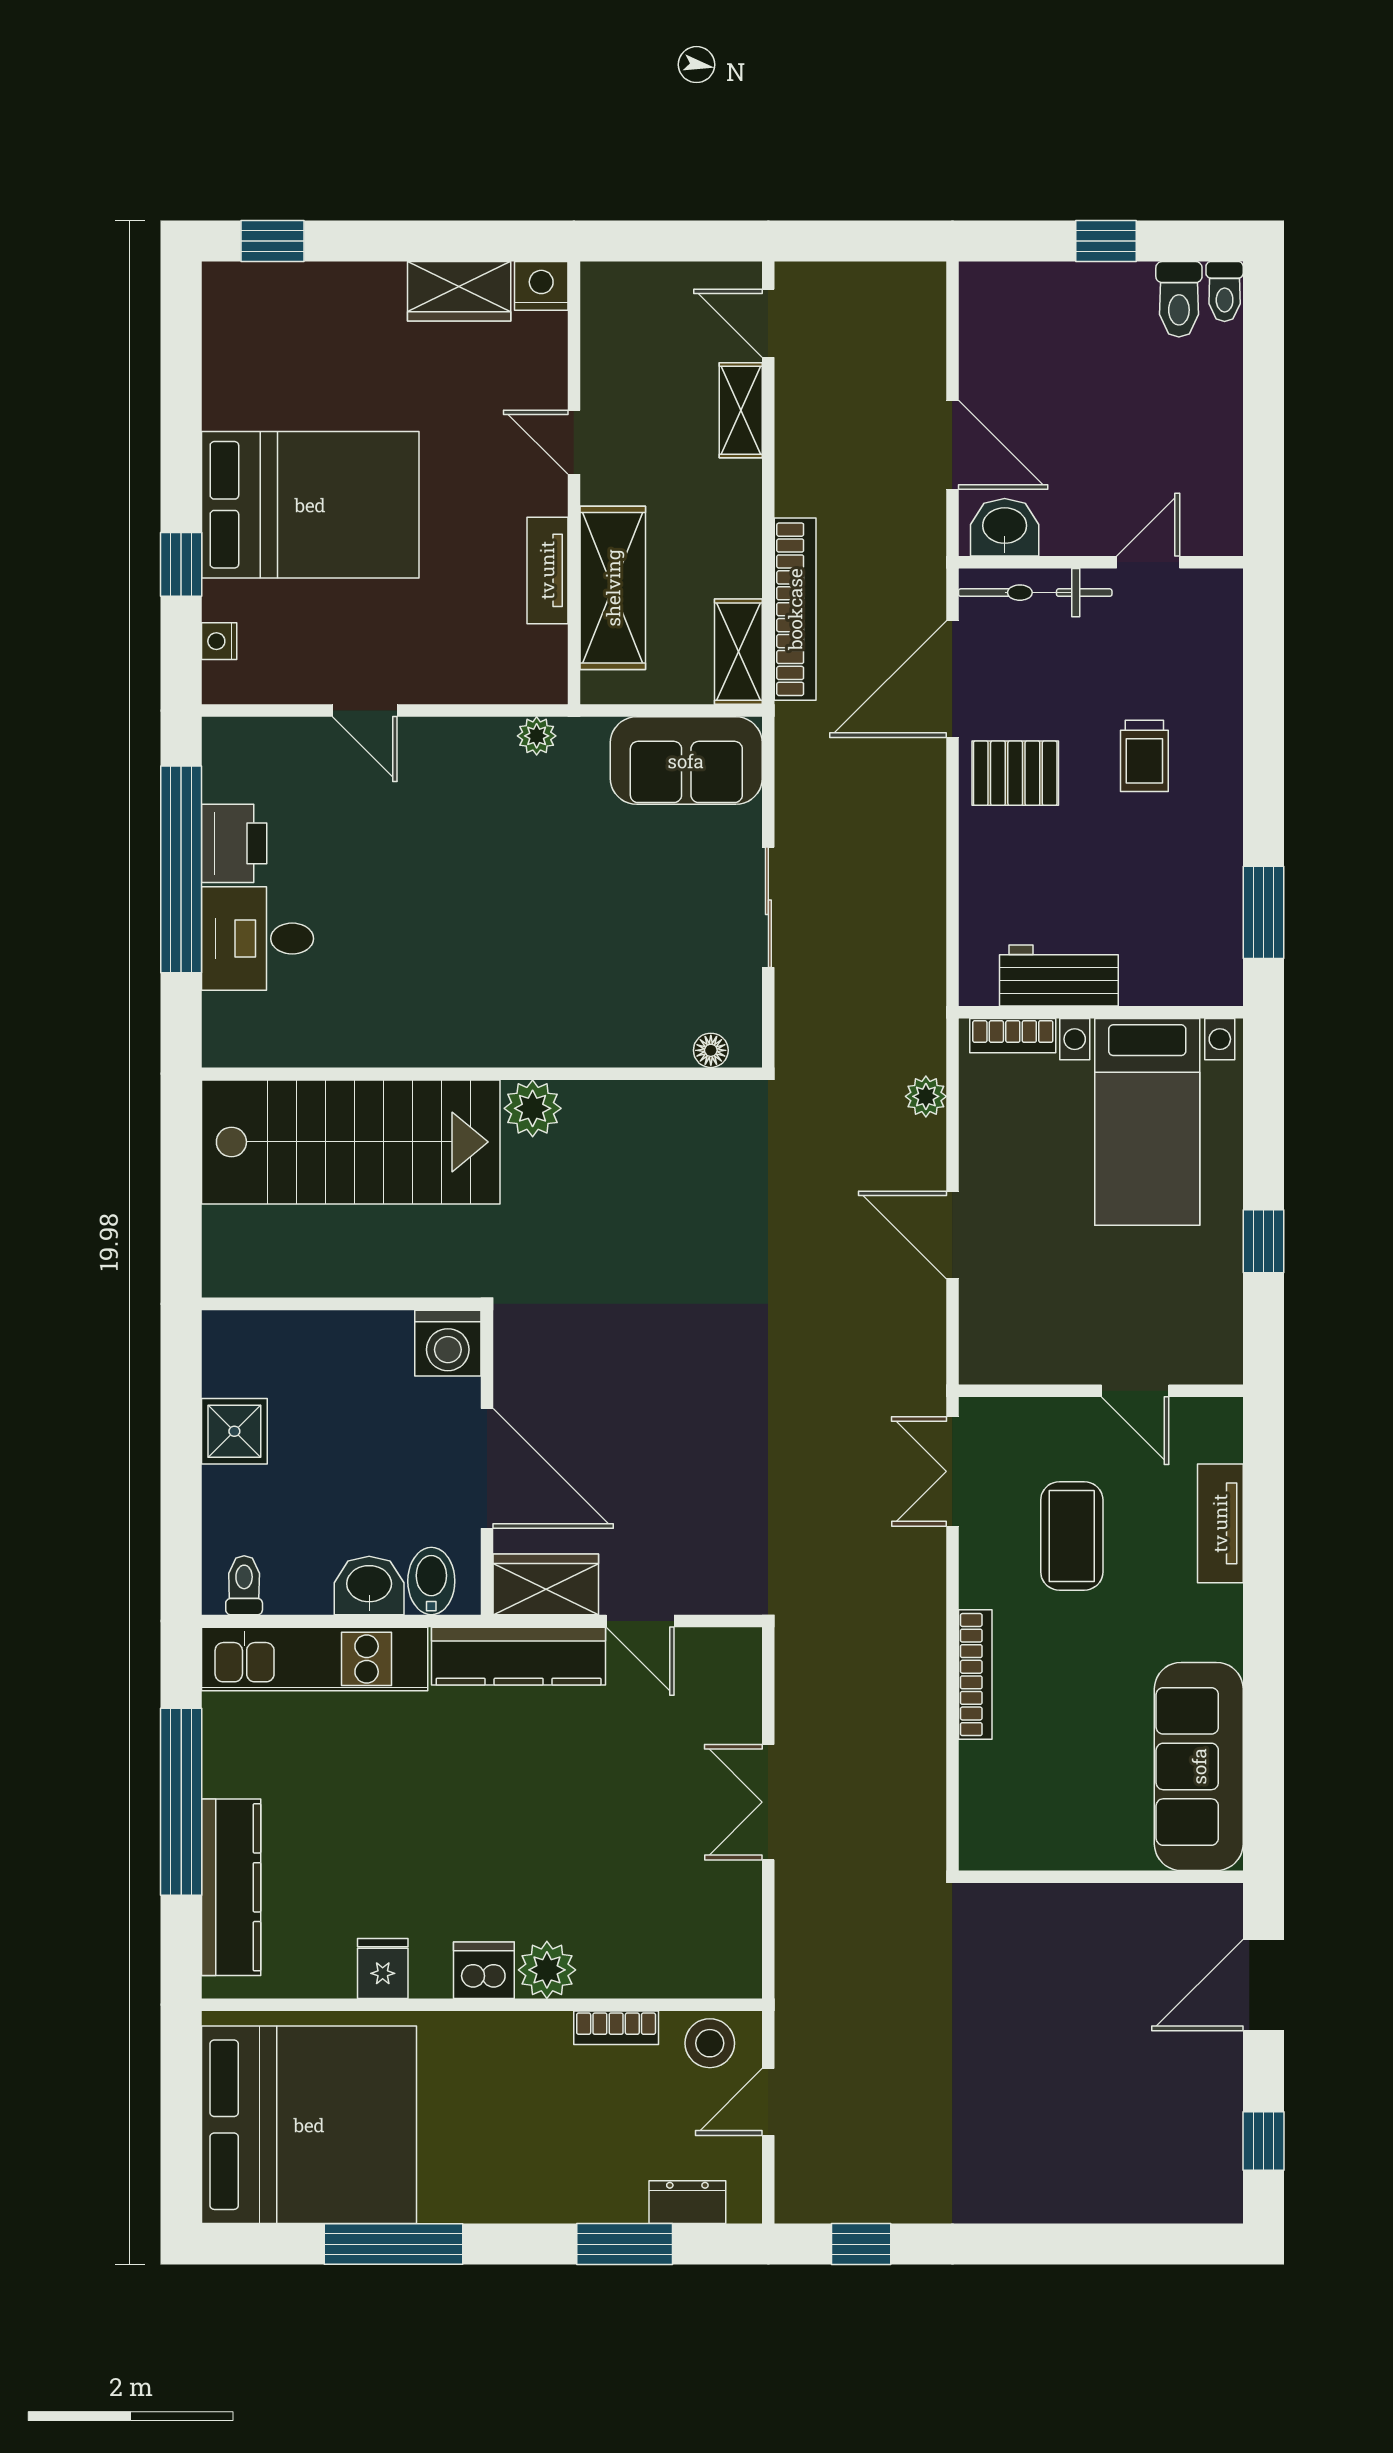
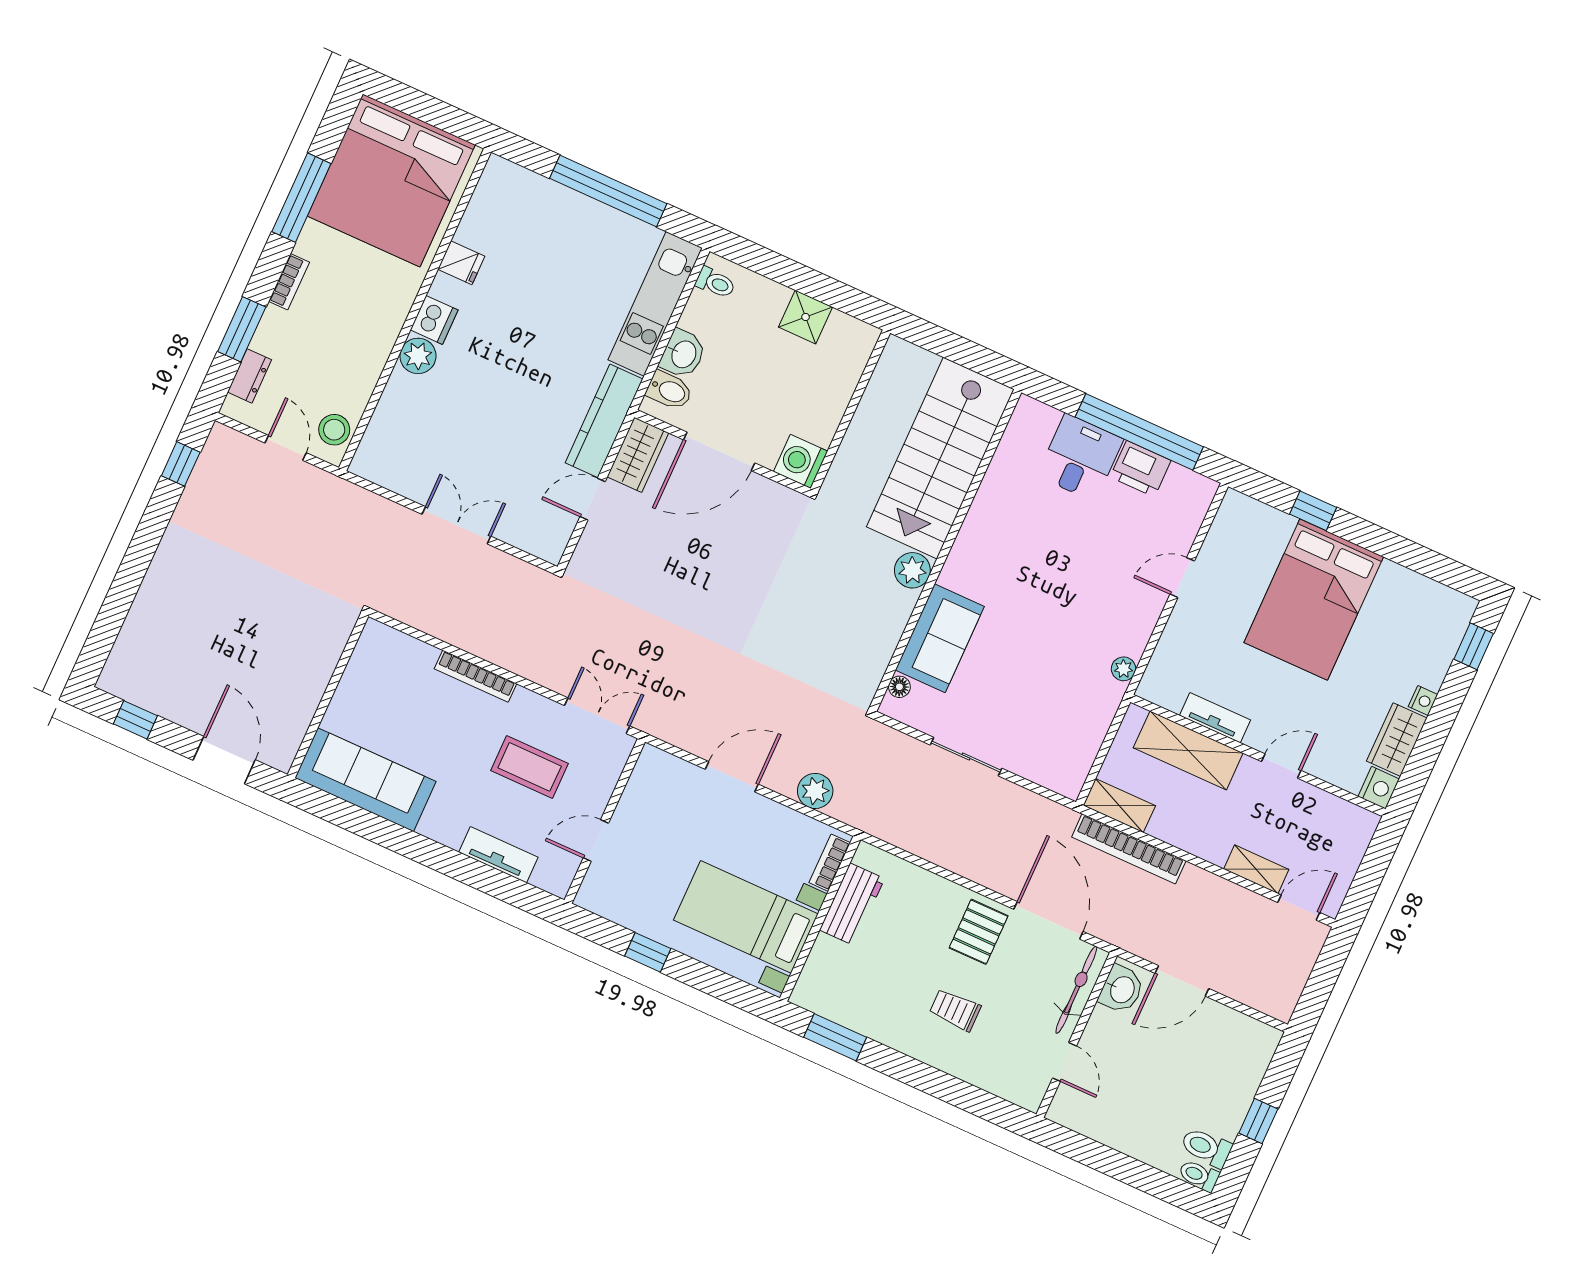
nightstand: (219, 641) -> (1423, 700), moved, turned 90
sofa: (686, 761) -> (940, 638), moved, turned 180
plant: (926, 1096) -> (815, 791), width x1.38, depth x1.38
kitchen counter: (231, 1887) -> (547, 197), removed
bookcase: (616, 2028) -> (289, 282), moved, turned 180

